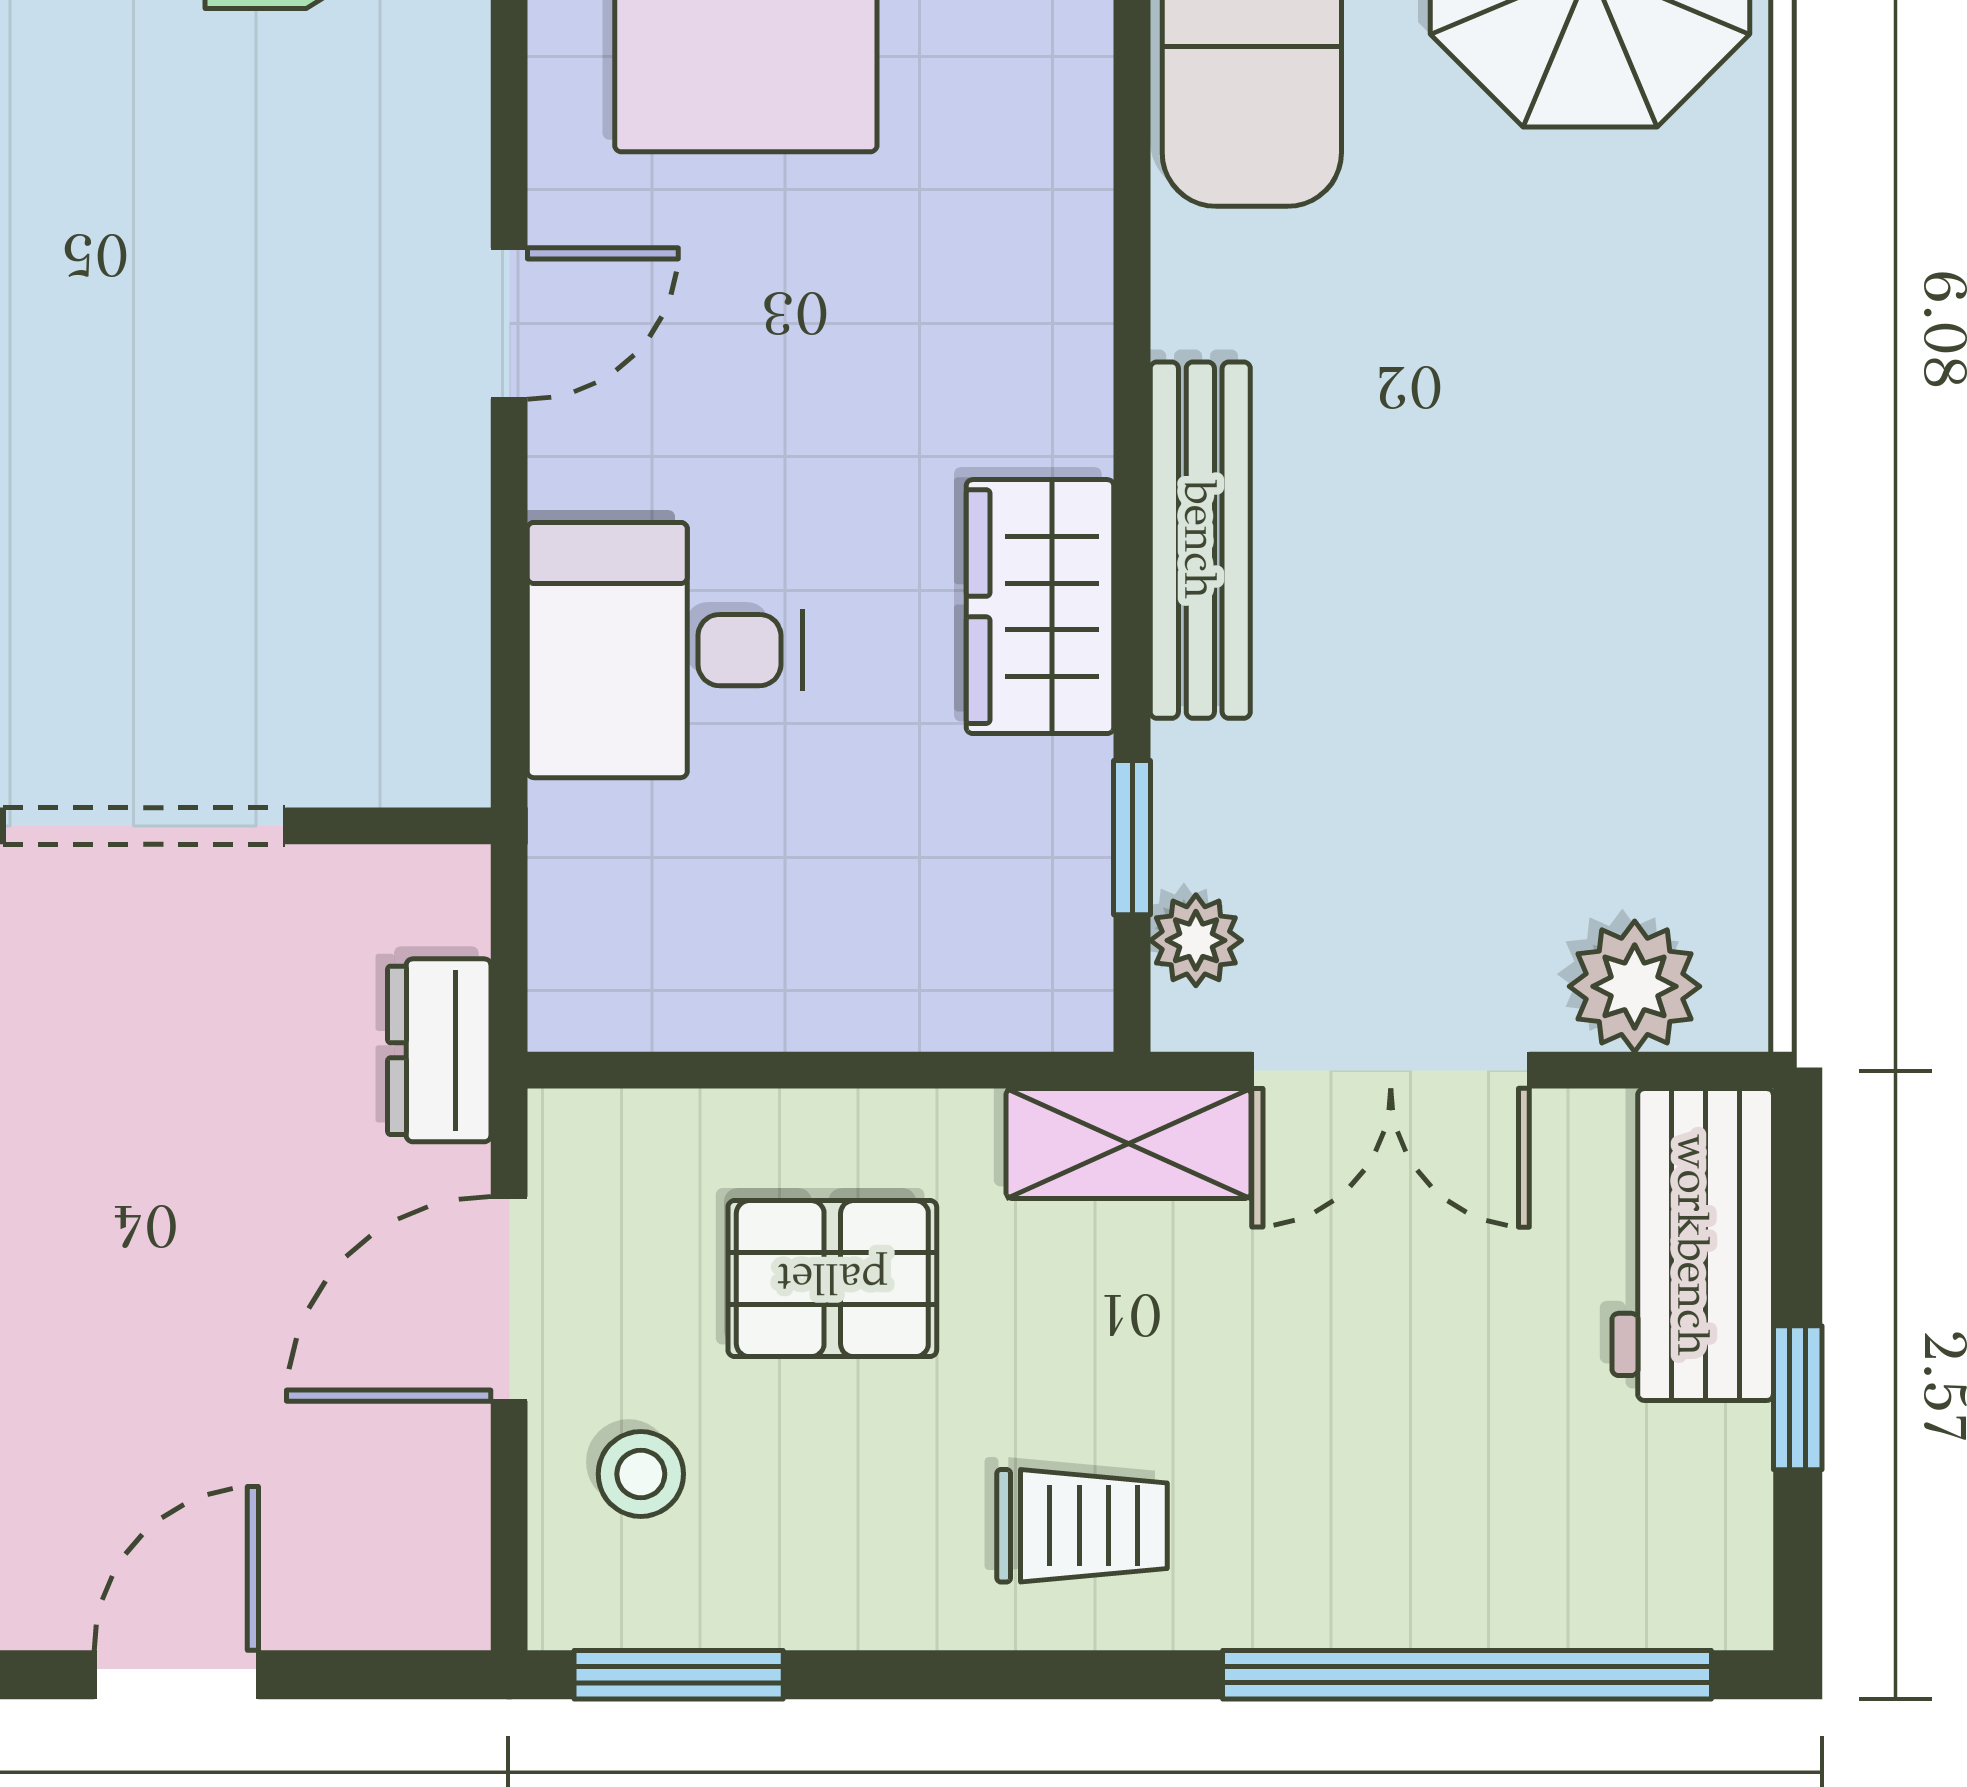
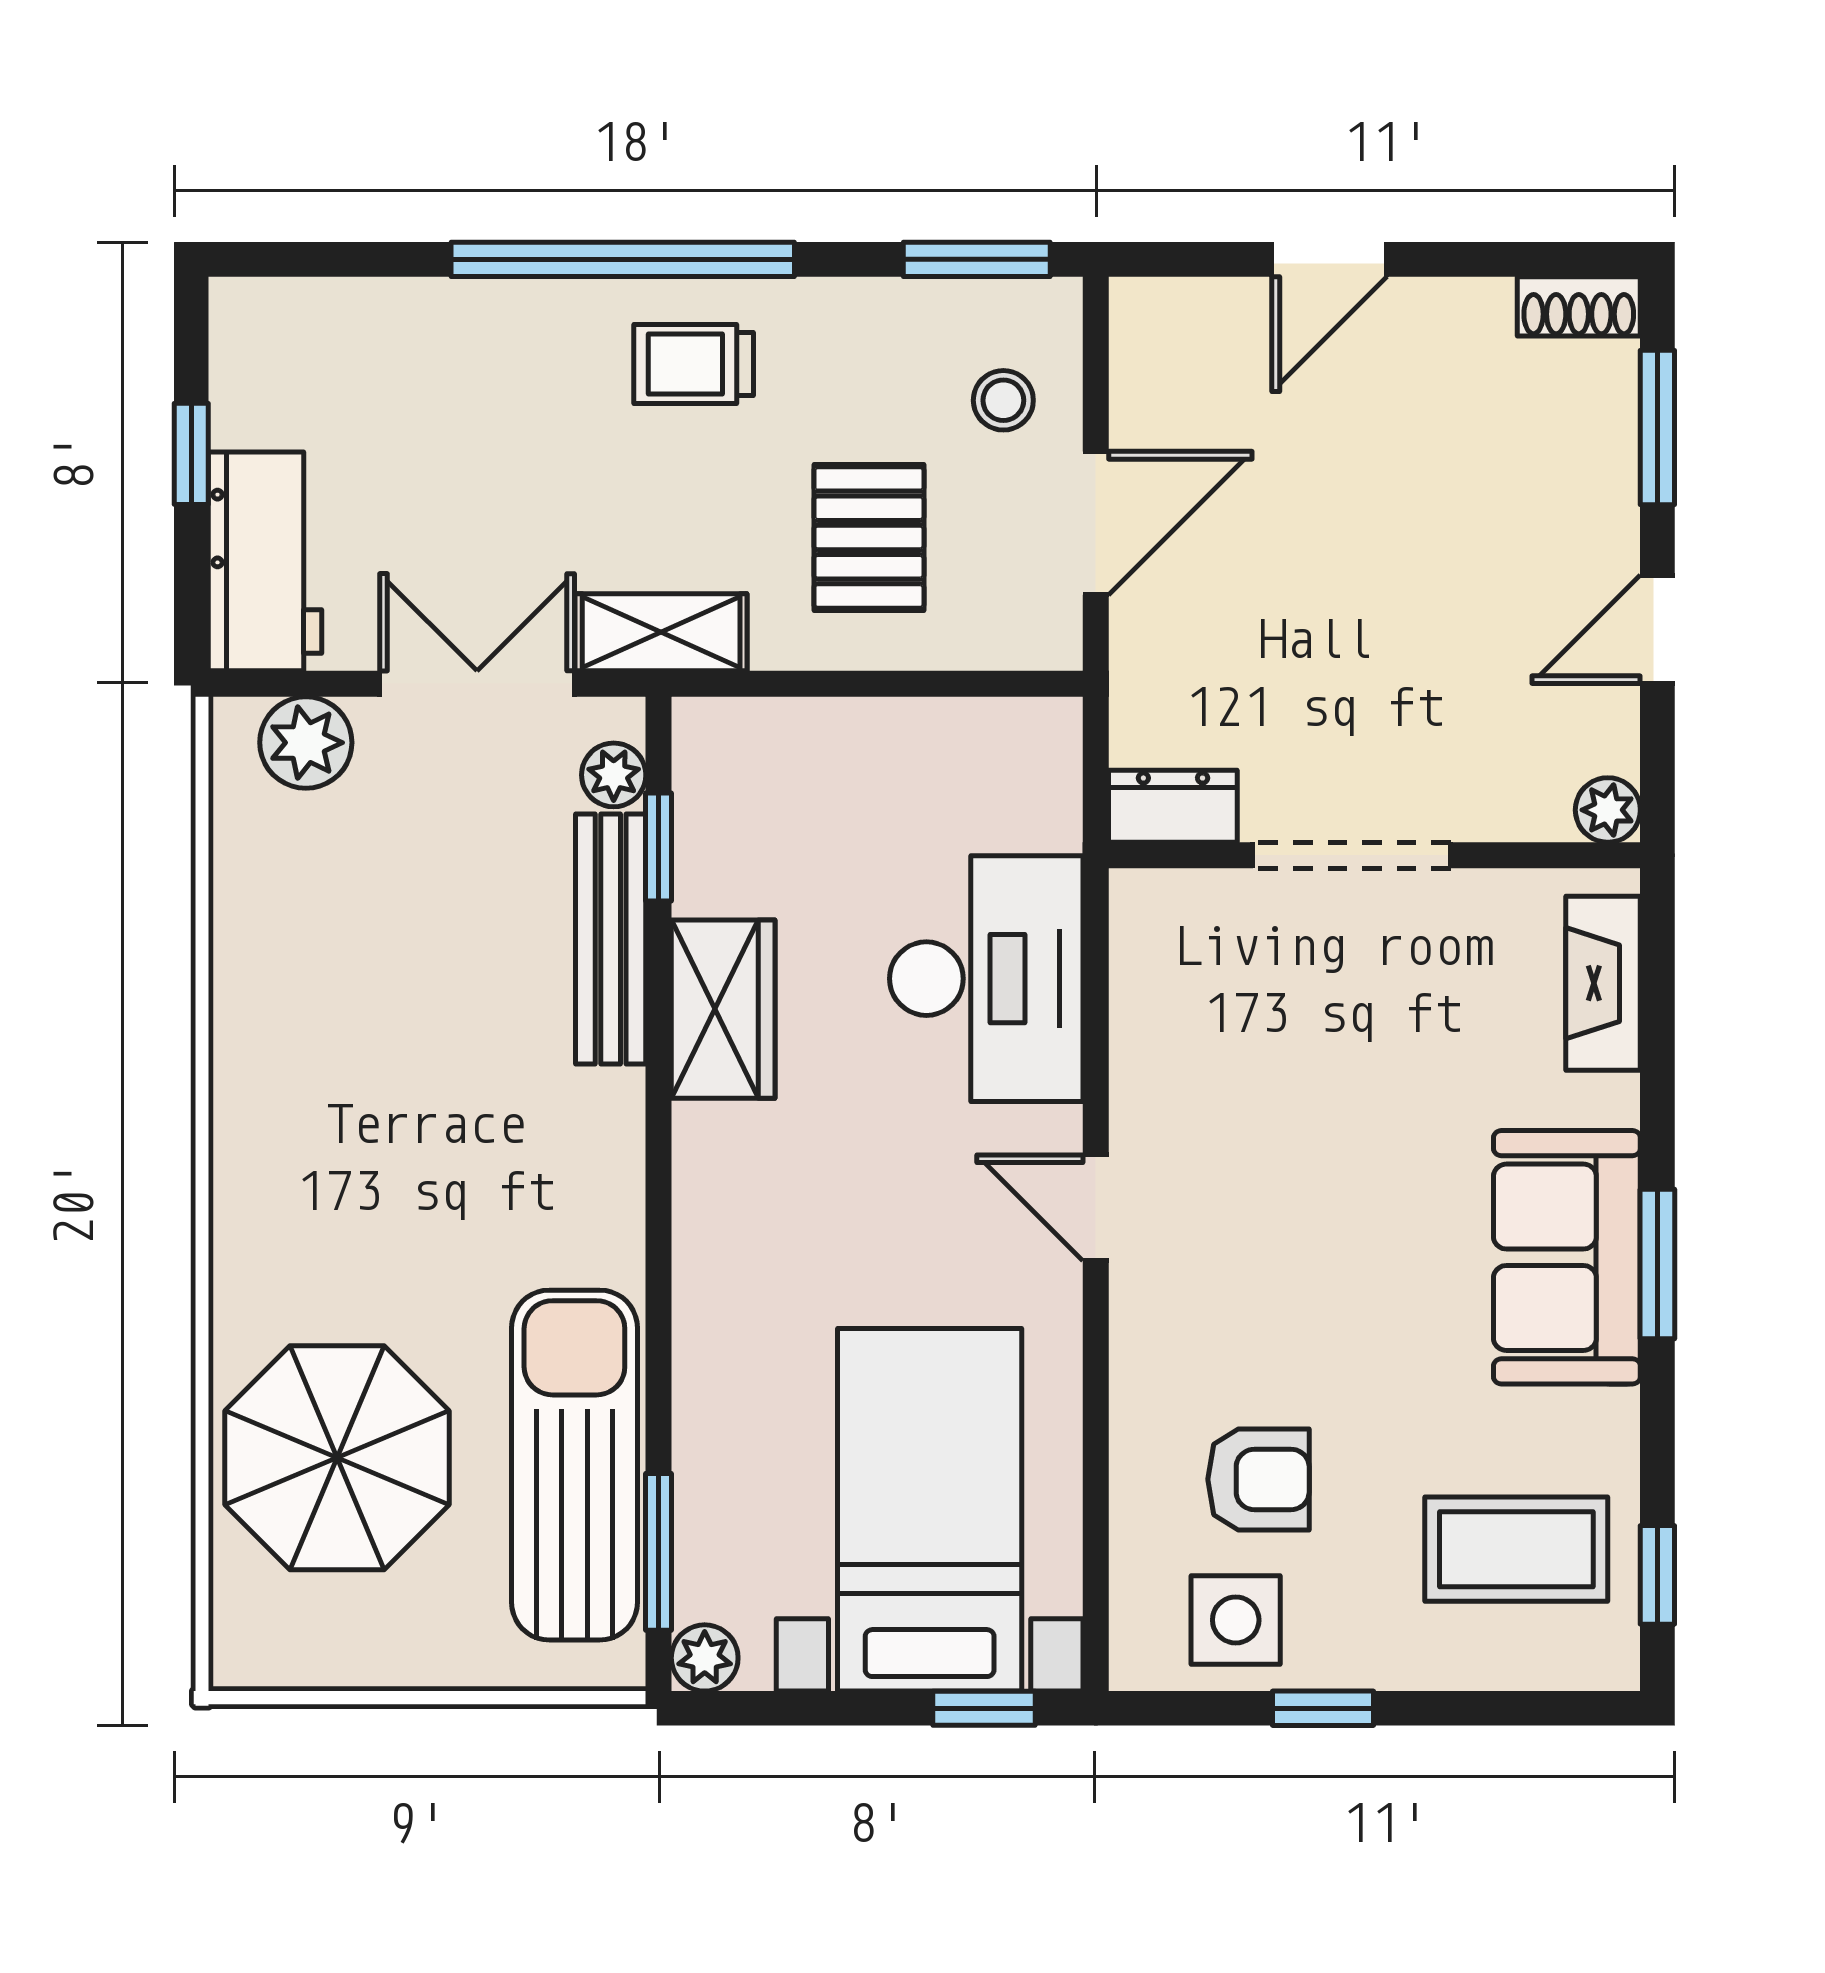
door: (509, 323) -> (1096, 1208), hinge flipped
bench: (1200, 540) -> (611, 939), moved
desk: (665, 650) -> (986, 979), width x1.37
dresser: (439, 1050) -> (1173, 806), moved, turned -90
pallet: (832, 1279) -> (869, 537), turned 90
window: (1467, 1675) -> (623, 259), moved

